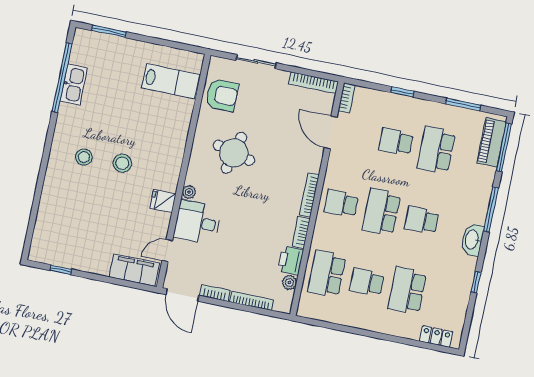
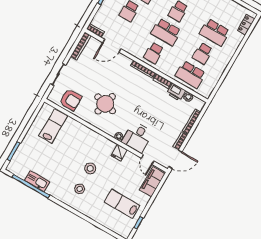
armchair: (222, 95) -> (71, 100), turned 90
lab bench: (83, 233) -> (122, 204), added

